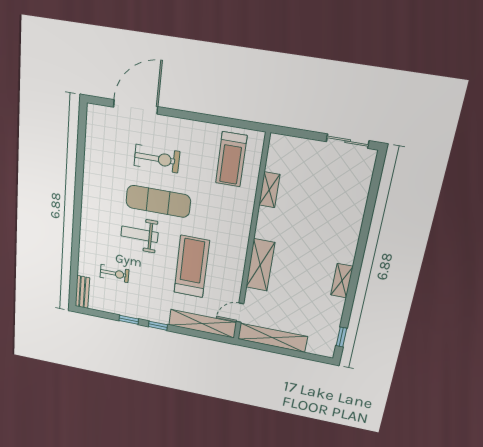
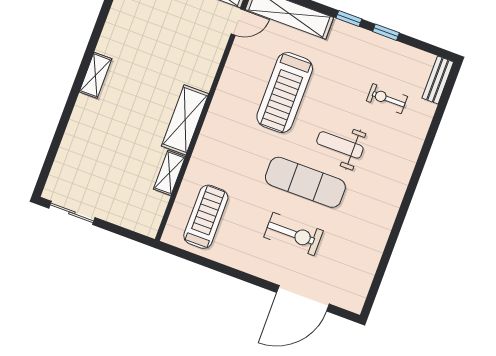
exercise bike: (157, 159) -> (293, 234), turned 180
weight bench: (139, 234) -> (340, 145), turned 180
shelving: (260, 265) -> (185, 120), moved
shelving: (342, 281) -> (95, 75), moved

